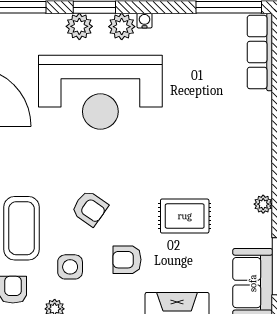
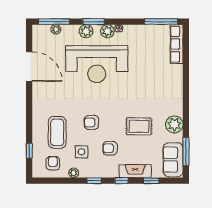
plant: (19, 23) -> (56, 29), added
plant: (263, 204) -> (174, 124), width x1.87, depth x1.87
armchair: (90, 208) -> (91, 122), turned 145

